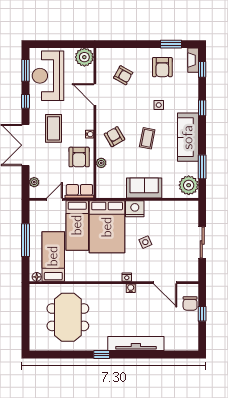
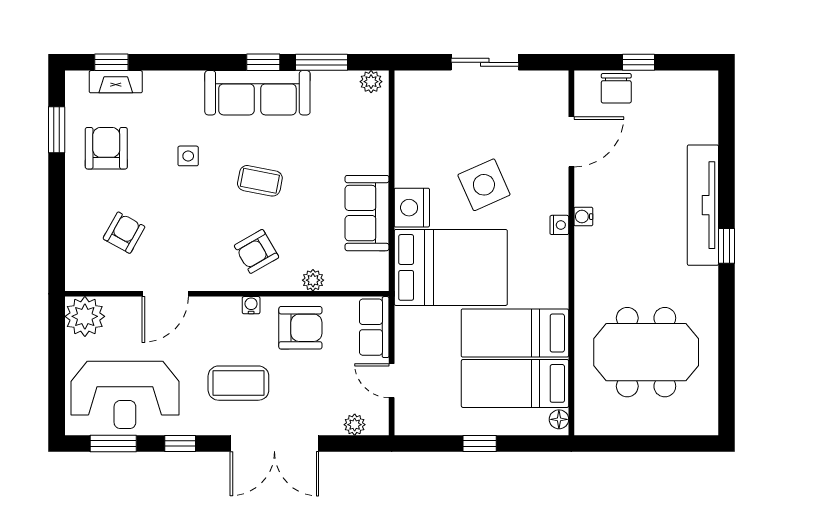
fireplace: (193, 60) -> (116, 82), moved
armchair: (162, 67) -> (106, 148), turned -90
window: (202, 108) -> (263, 62), moved
plant: (189, 185) -> (371, 82), width x0.53, depth x0.53
sofa: (144, 188) -> (367, 213), moved
bed: (77, 225) -> (515, 333), moved, turned 180
window: (25, 240) -> (480, 444), width x0.46
side table: (145, 242) -> (484, 185), width x1.87, depth x1.87
chair: (190, 303) -> (616, 88), turned 90
window: (102, 355) -> (727, 246), moved

